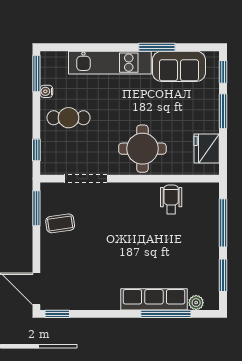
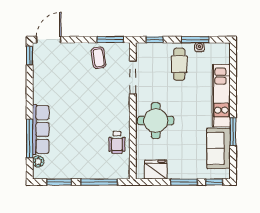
window: (36, 73) -> (195, 40), moved
wheelchair: (171, 199) -> (117, 142), turned 90

